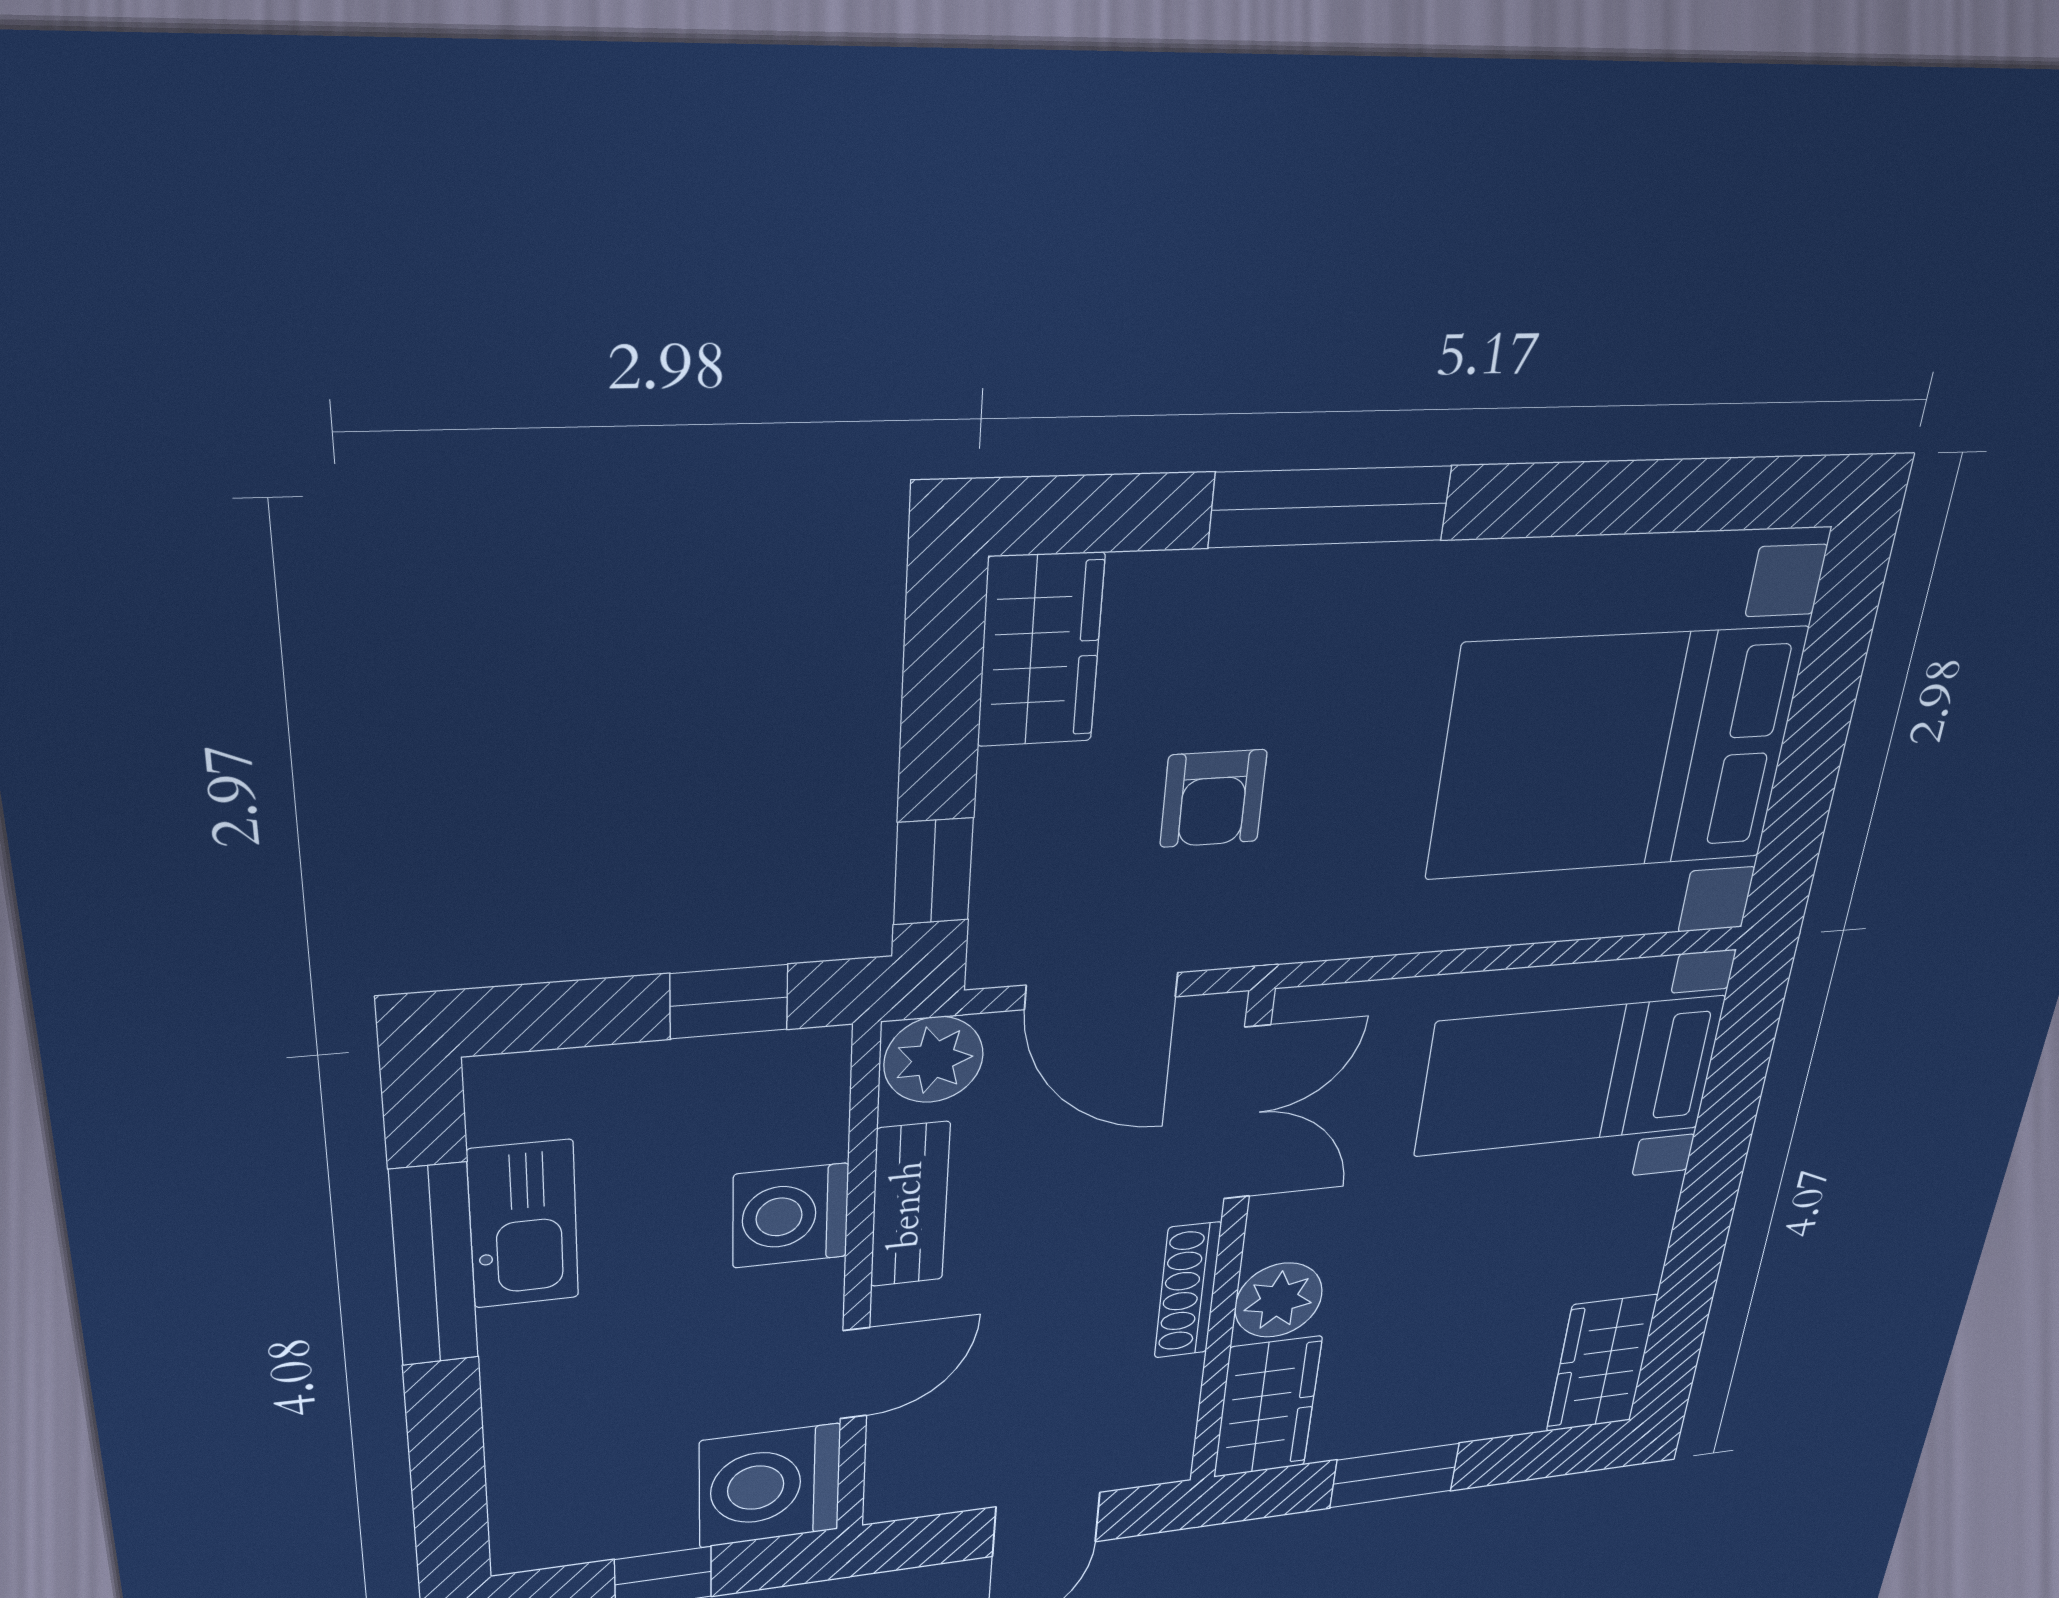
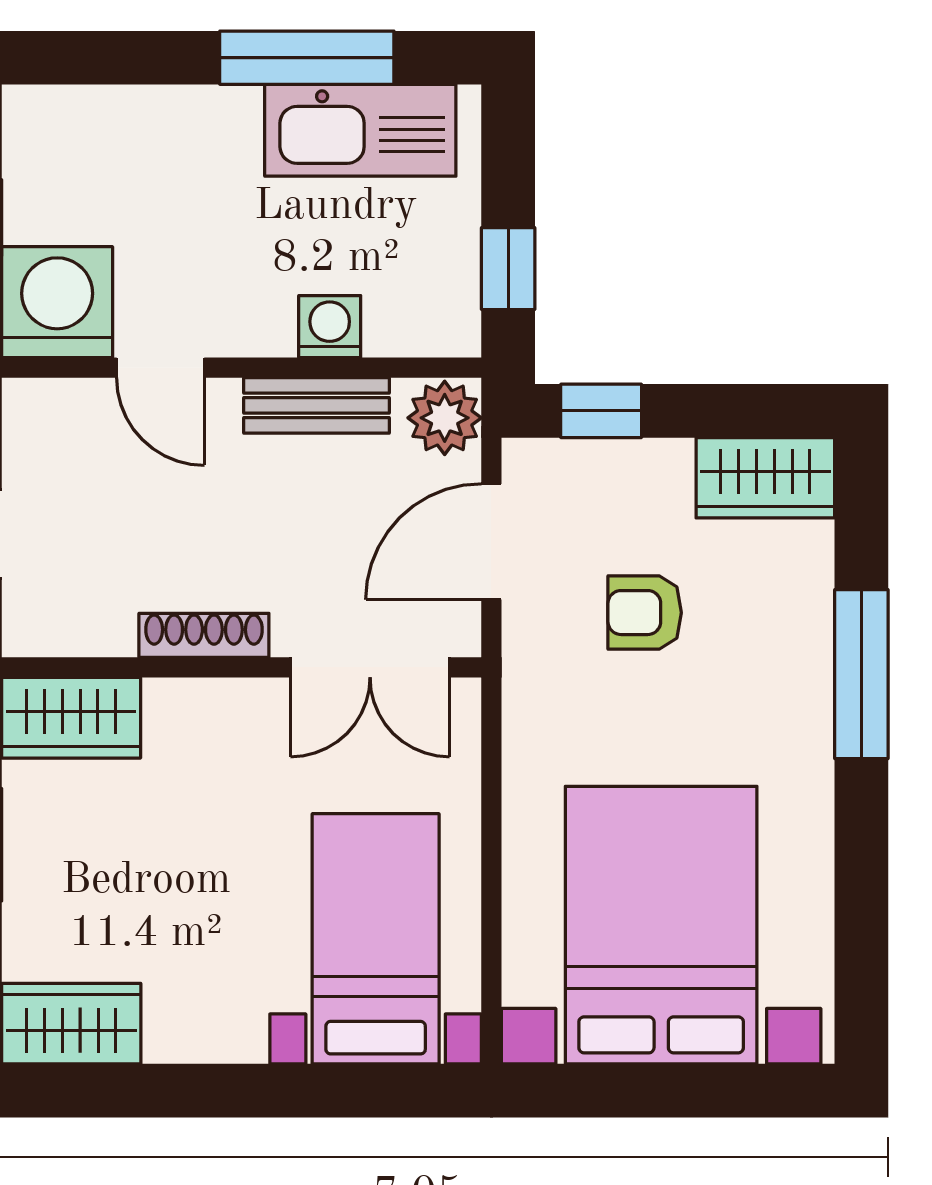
washing machine: (791, 1216) -> (330, 327), width x0.73, depth x0.73
kitchen sink: (523, 1224) -> (360, 130), width x1.36, depth x1.24
plant: (1279, 1300) -> (183, 715), removed

